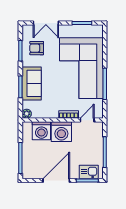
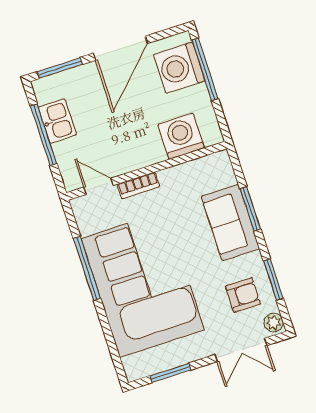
double door: (46, 23) -> (241, 350), swing flipped
plant: (27, 114) -> (274, 323), moved
door: (87, 120) -> (99, 186), swing flipped
washing machine: (61, 132) -> (179, 68), moved, turned -90
kitchen sink: (89, 172) -> (57, 121), moved, turned -90

